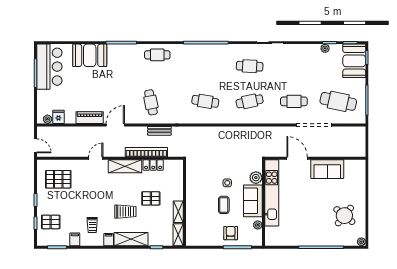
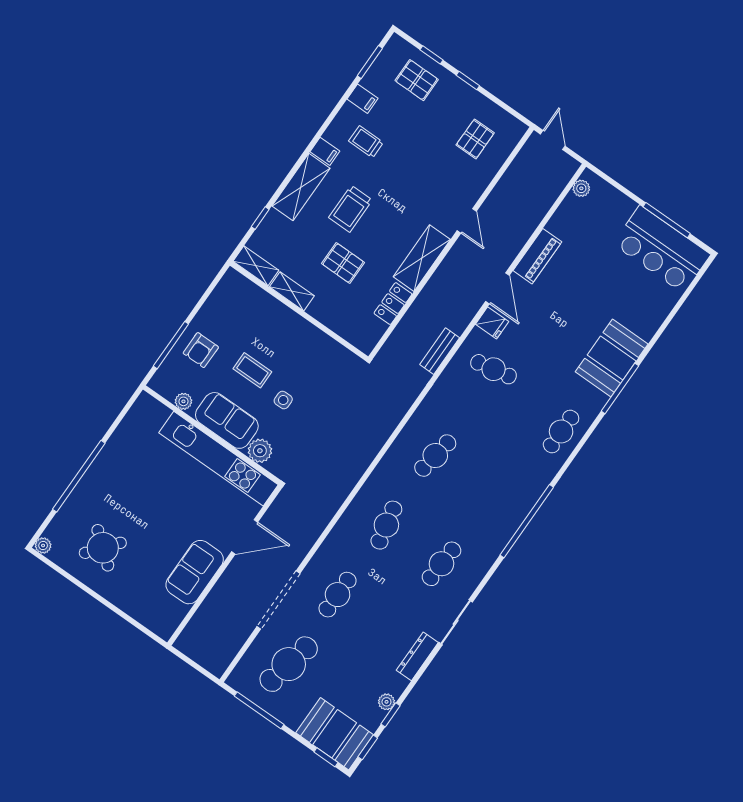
dresser: (296, 49) -> (417, 656), added
booth: (90, 55) -> (612, 358), moved
fridge: (58, 117) -> (492, 323), moved
door: (35, 146) -> (553, 140), swing flipped
bookcase: (146, 152) -> (421, 307), removed
pallet: (58, 179) -> (475, 139), width x0.67, depth x0.71
pallet: (151, 198) -> (343, 263), turned 90
pallet: (51, 222) -> (417, 80), turned 90
armchair: (231, 233) -> (201, 350), turned 90

